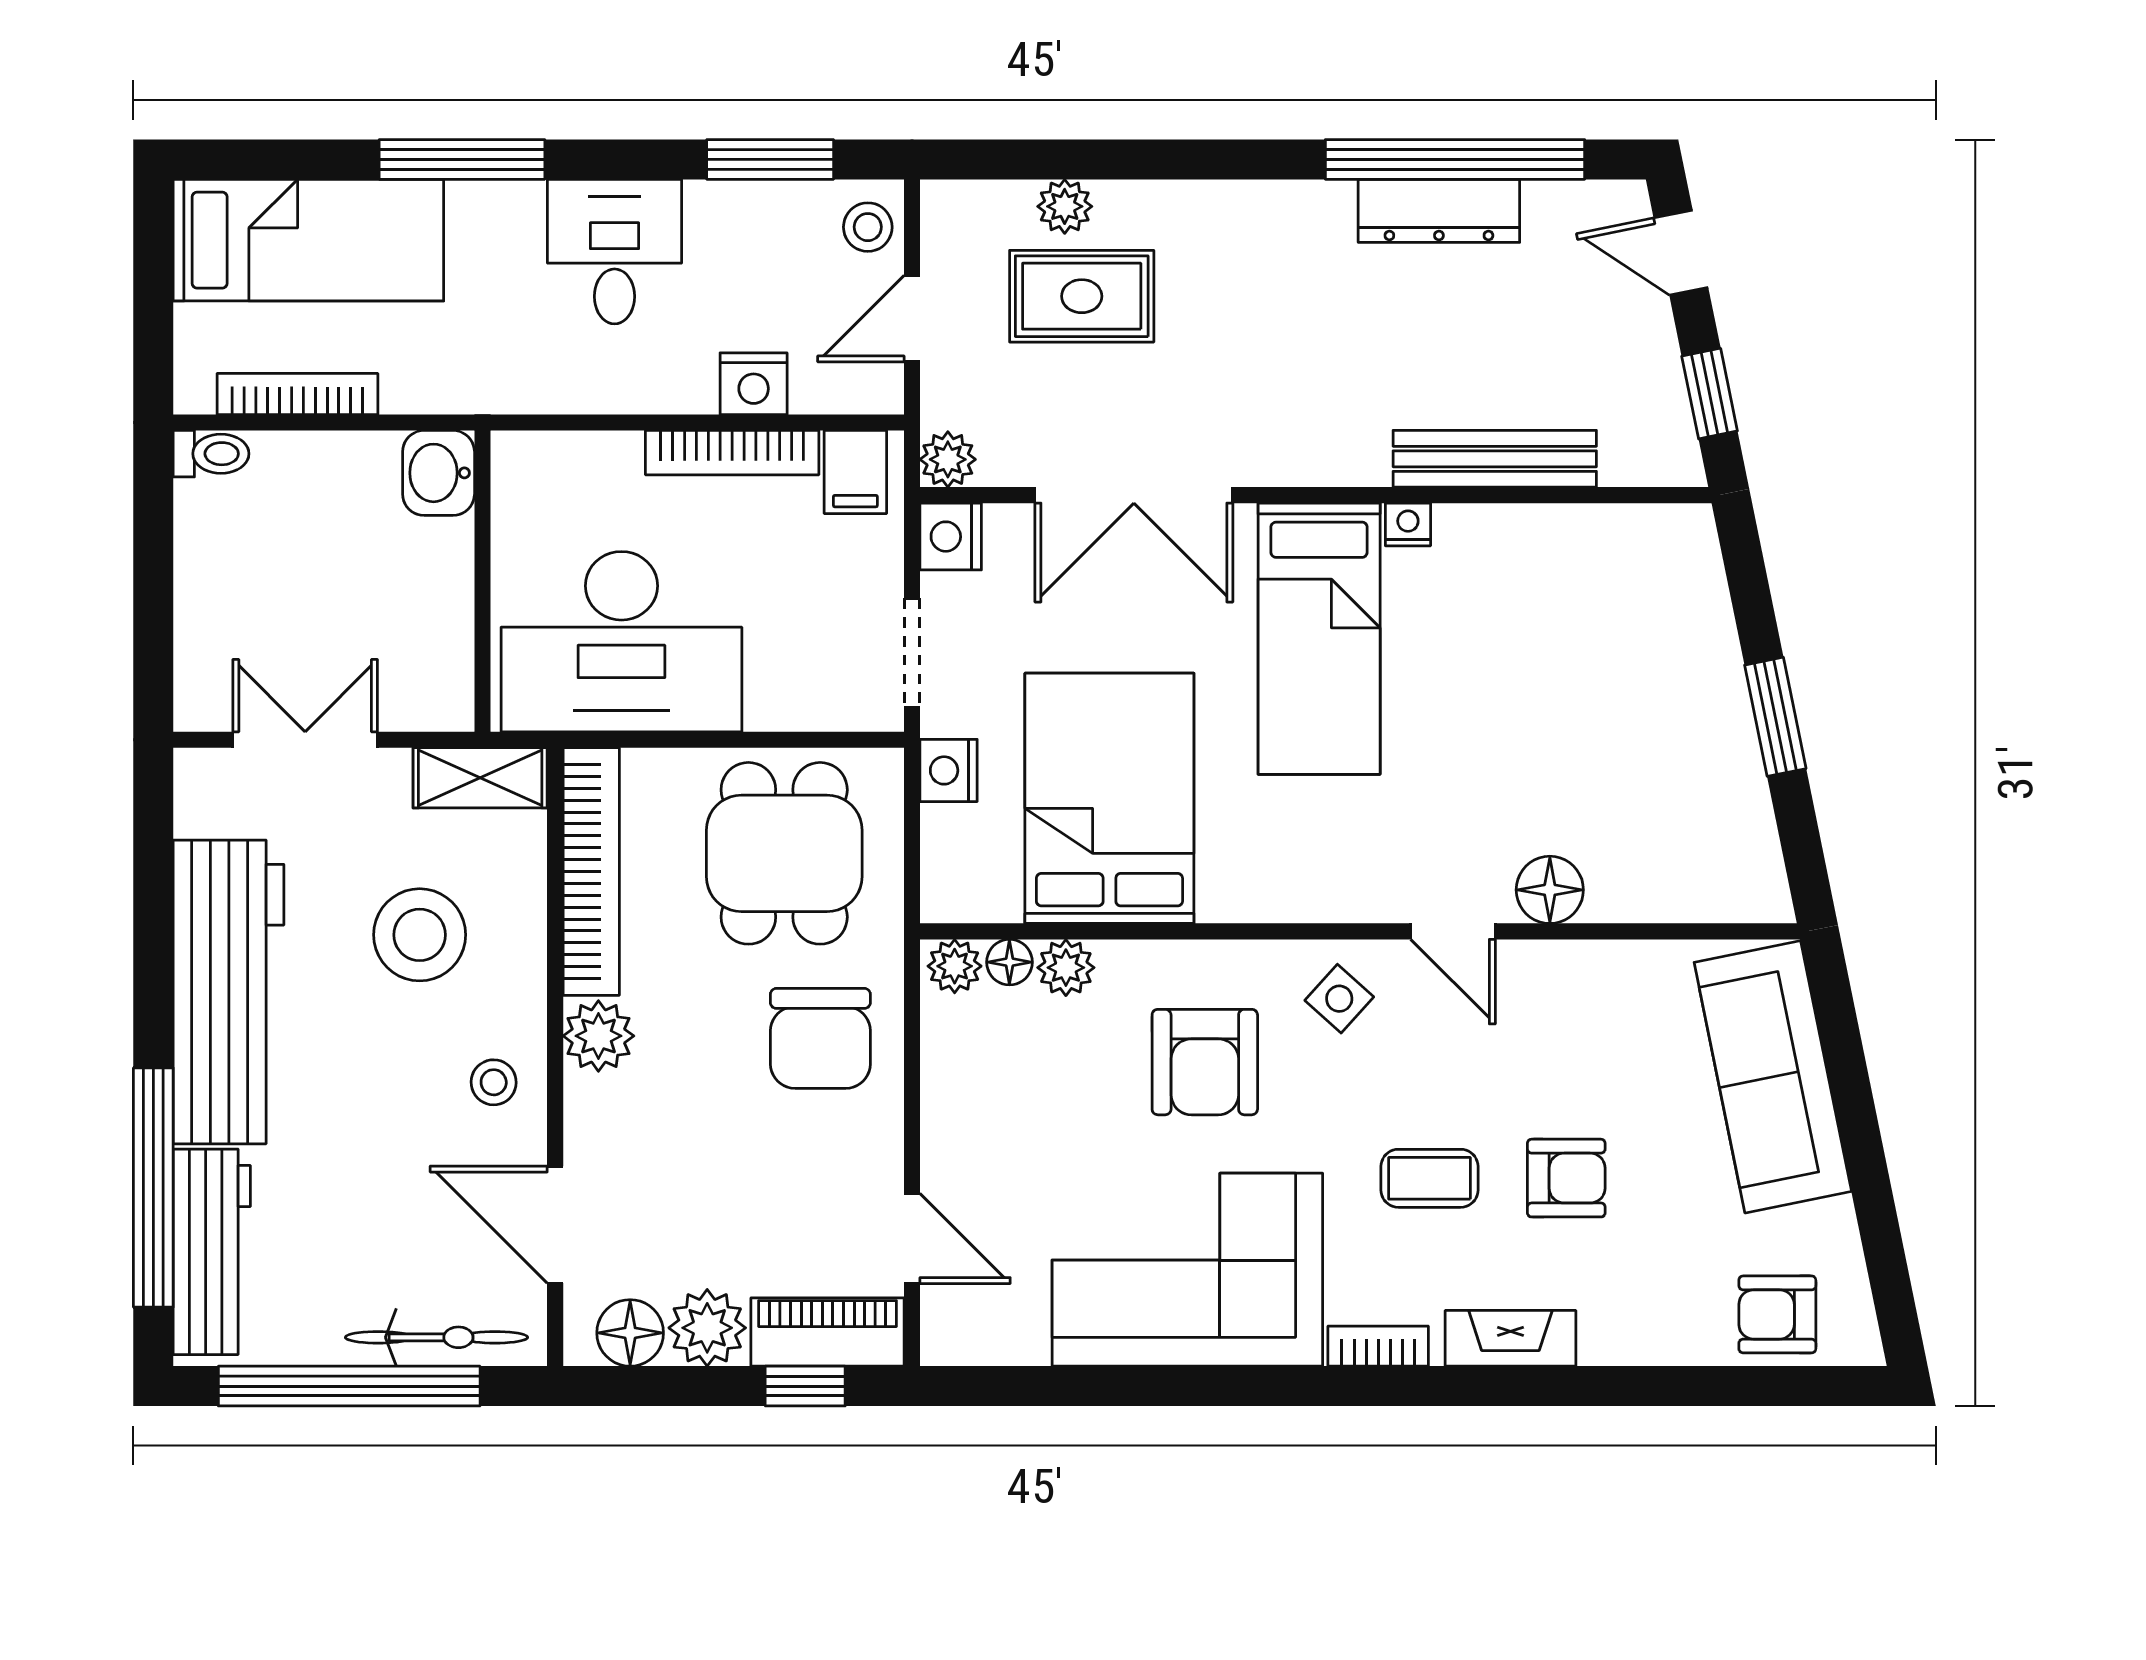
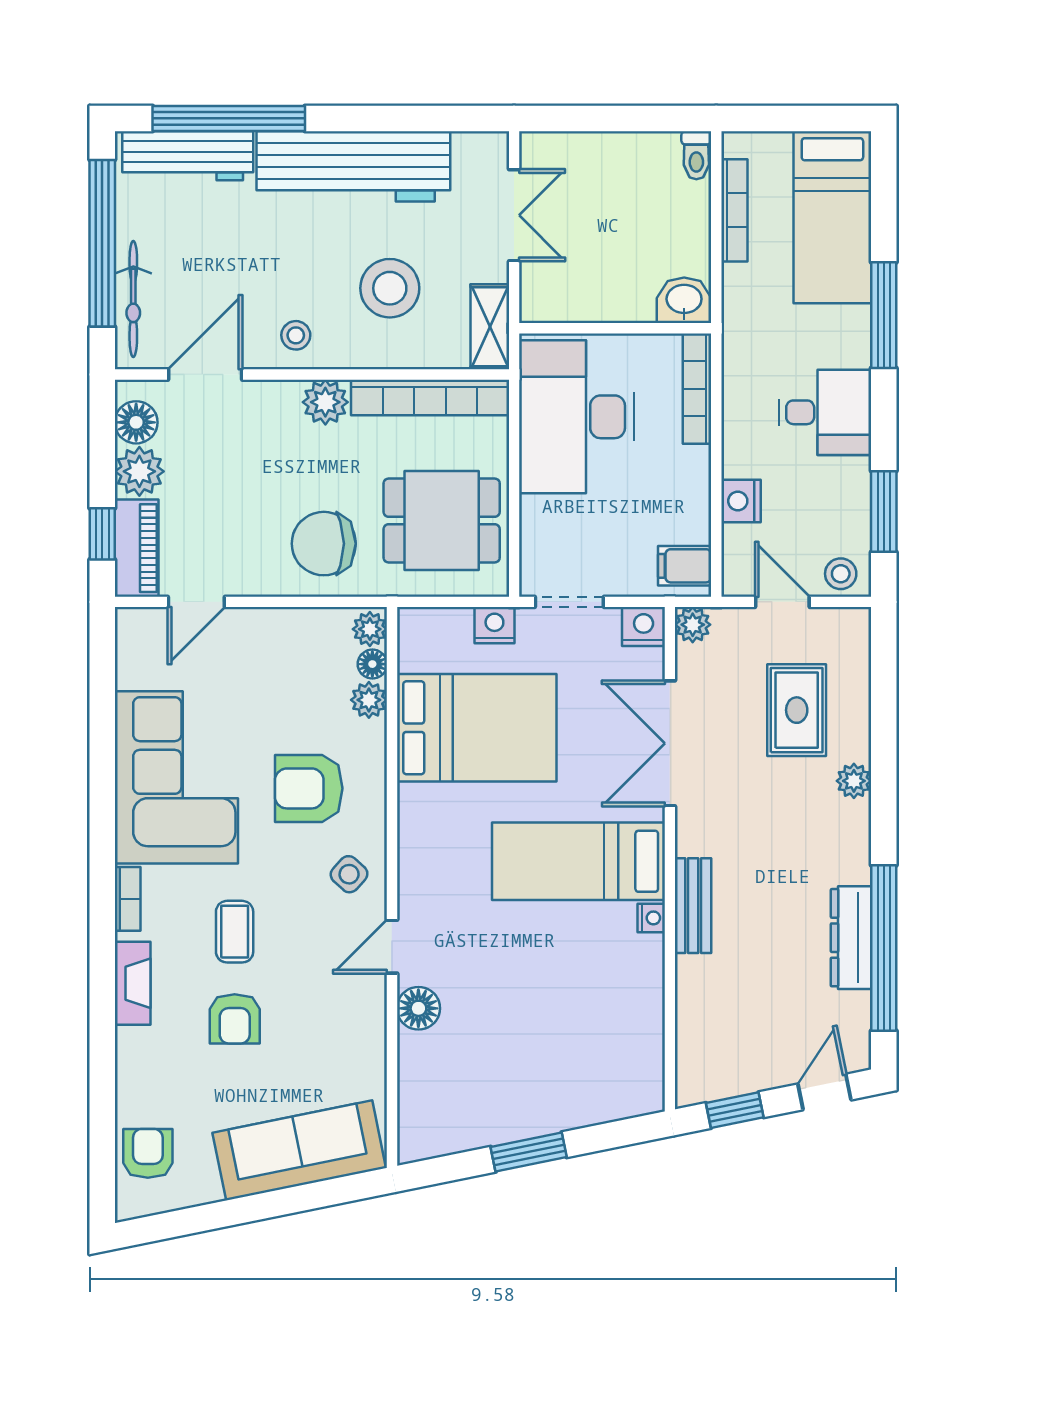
plant: (1065, 206) -> (854, 781), moved
bookcase: (732, 453) -> (697, 389), moved
bench: (1495, 459) -> (693, 906), moved, width x0.73

